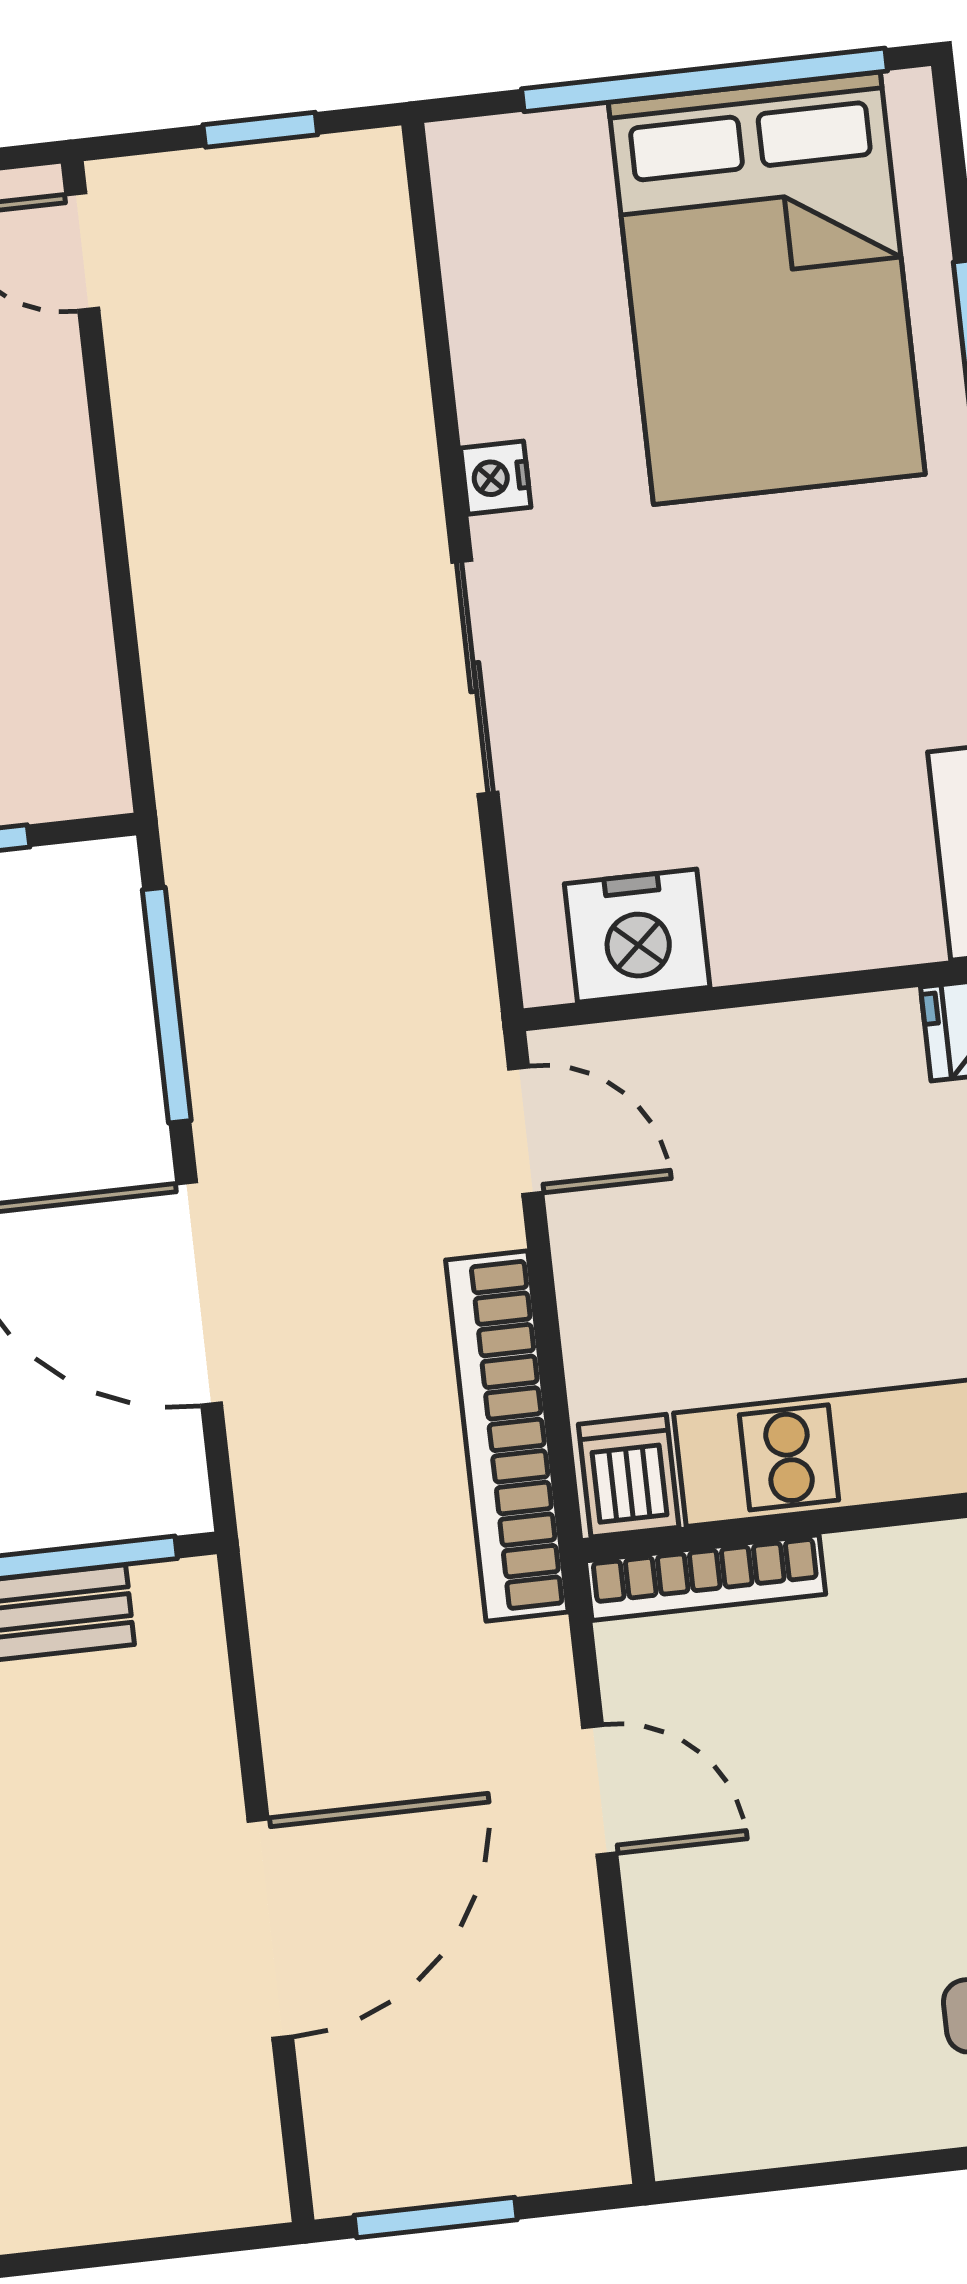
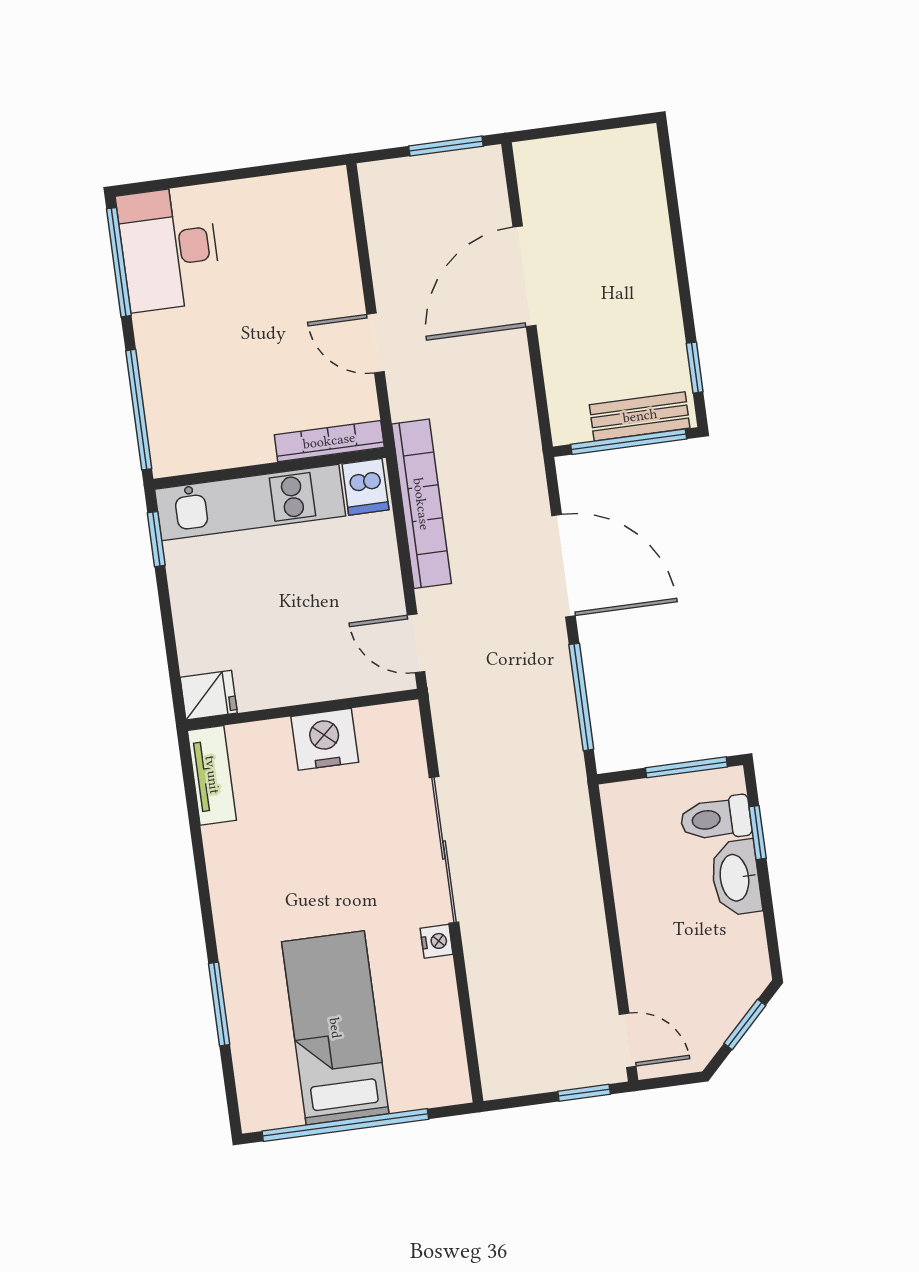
window: (260, 130) -> (584, 1093), moved
bed: (767, 288) -> (335, 1028), width x0.67
sliding door: (475, 677) -> (444, 850), width x1.37
nightstand: (637, 936) -> (325, 739), moved

